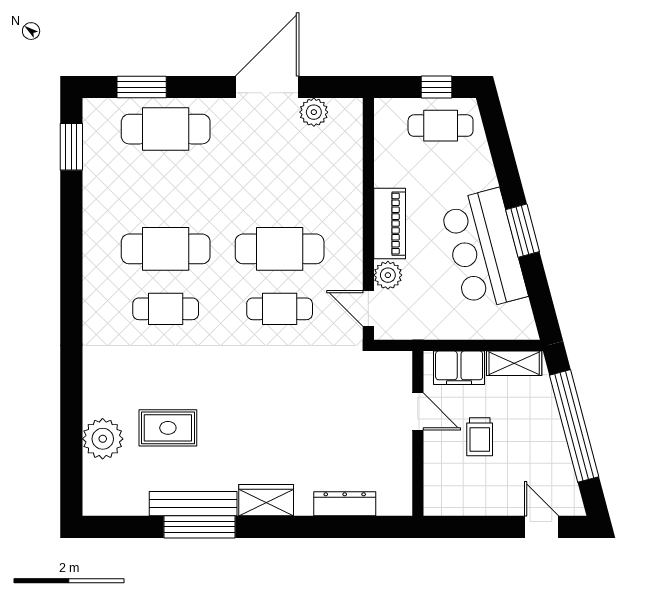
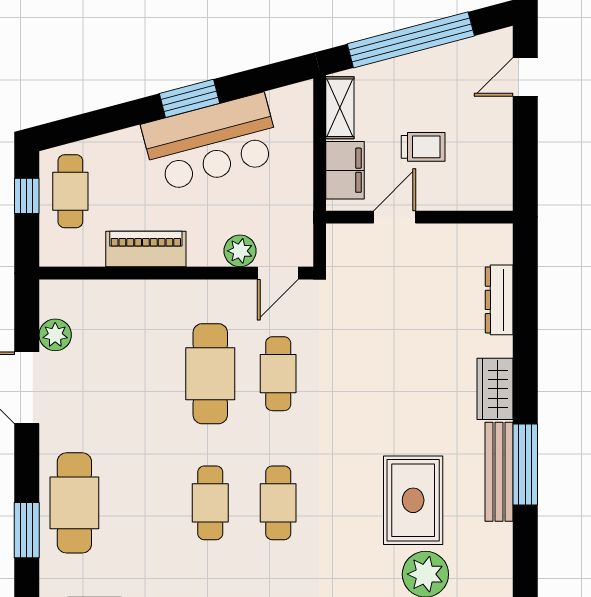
piano: (390, 224) -> (146, 249), moved
cafe table: (166, 249) -> (210, 503), width x0.73, depth x0.74
rug: (168, 428) -> (413, 500), width x1.36, depth x1.43

